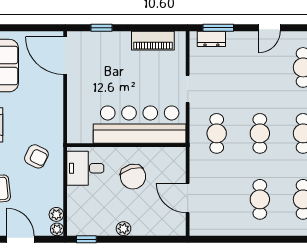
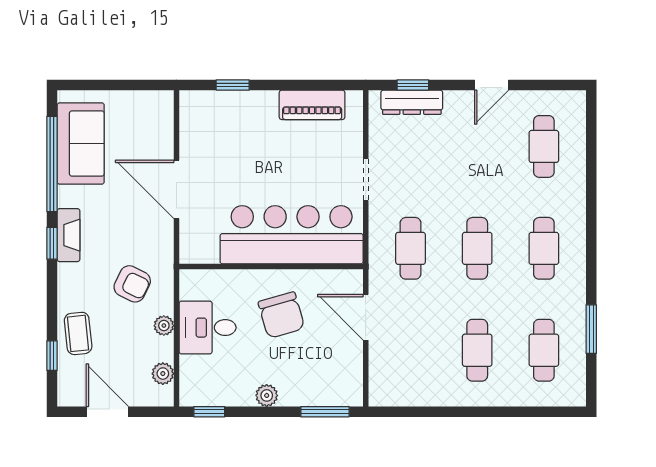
window: (218, 28) -> (413, 85), width x0.67
dresser: (211, 39) -> (412, 102), width x1.44
door: (65, 56) -> (176, 189), moved
desk: (85, 168) -> (208, 328), moved
door: (188, 198) -> (366, 317), moved
plant: (57, 229) -> (164, 326), moved
window: (161, 239) -> (325, 412), added

